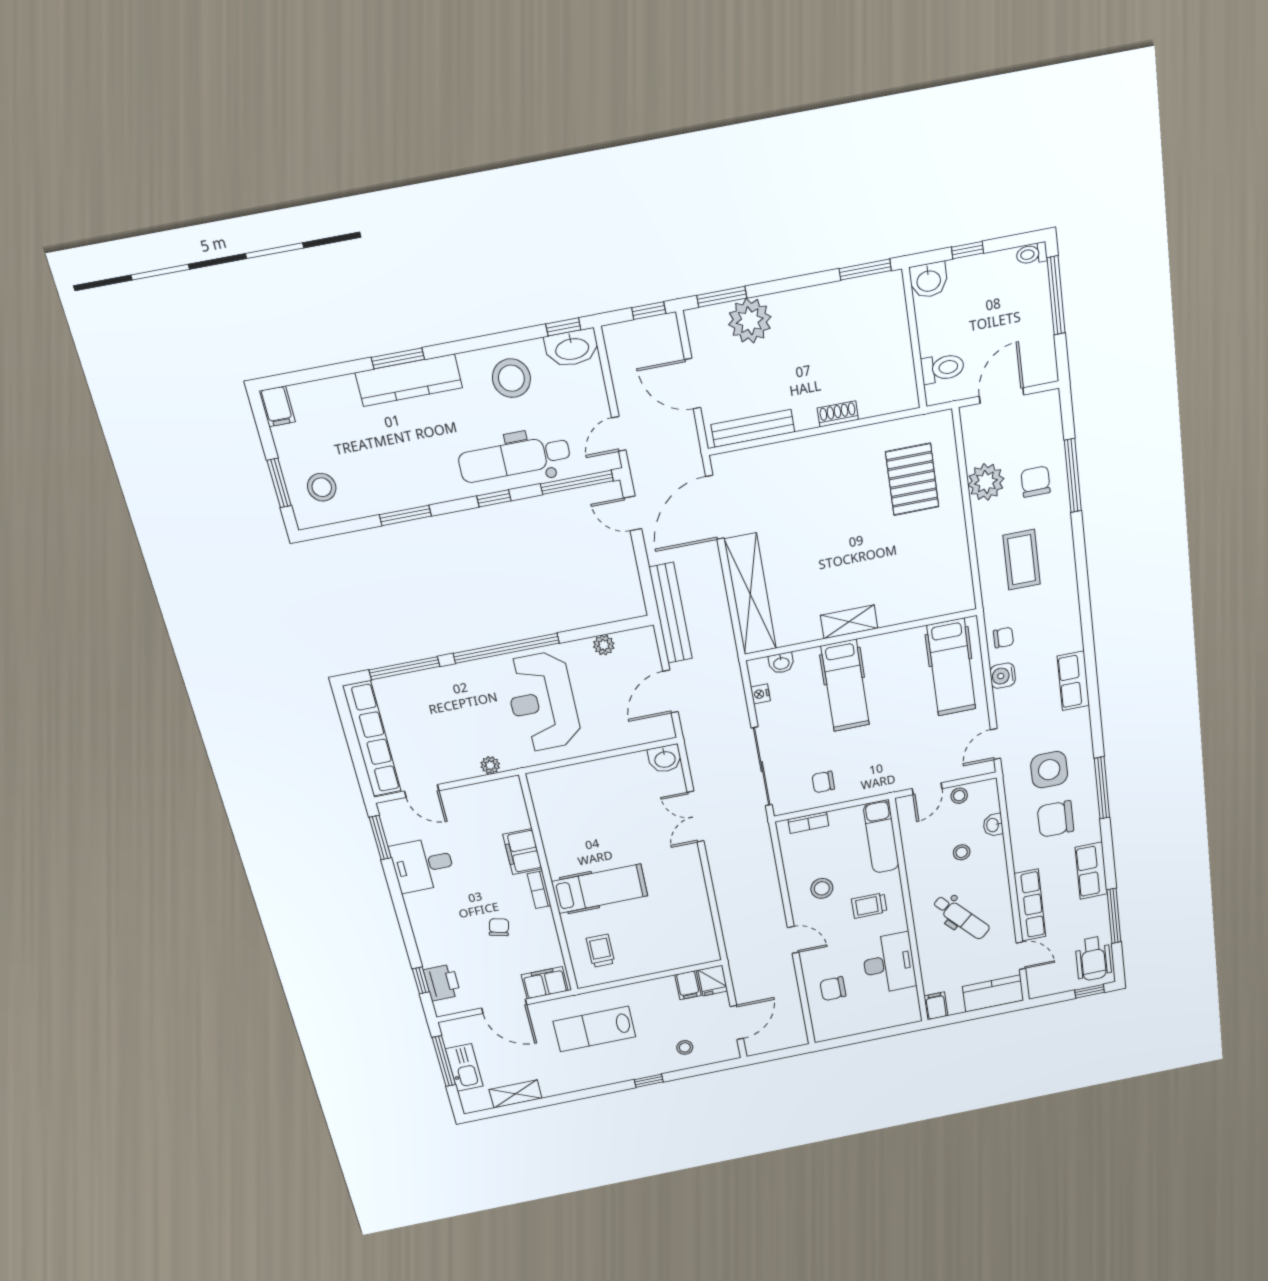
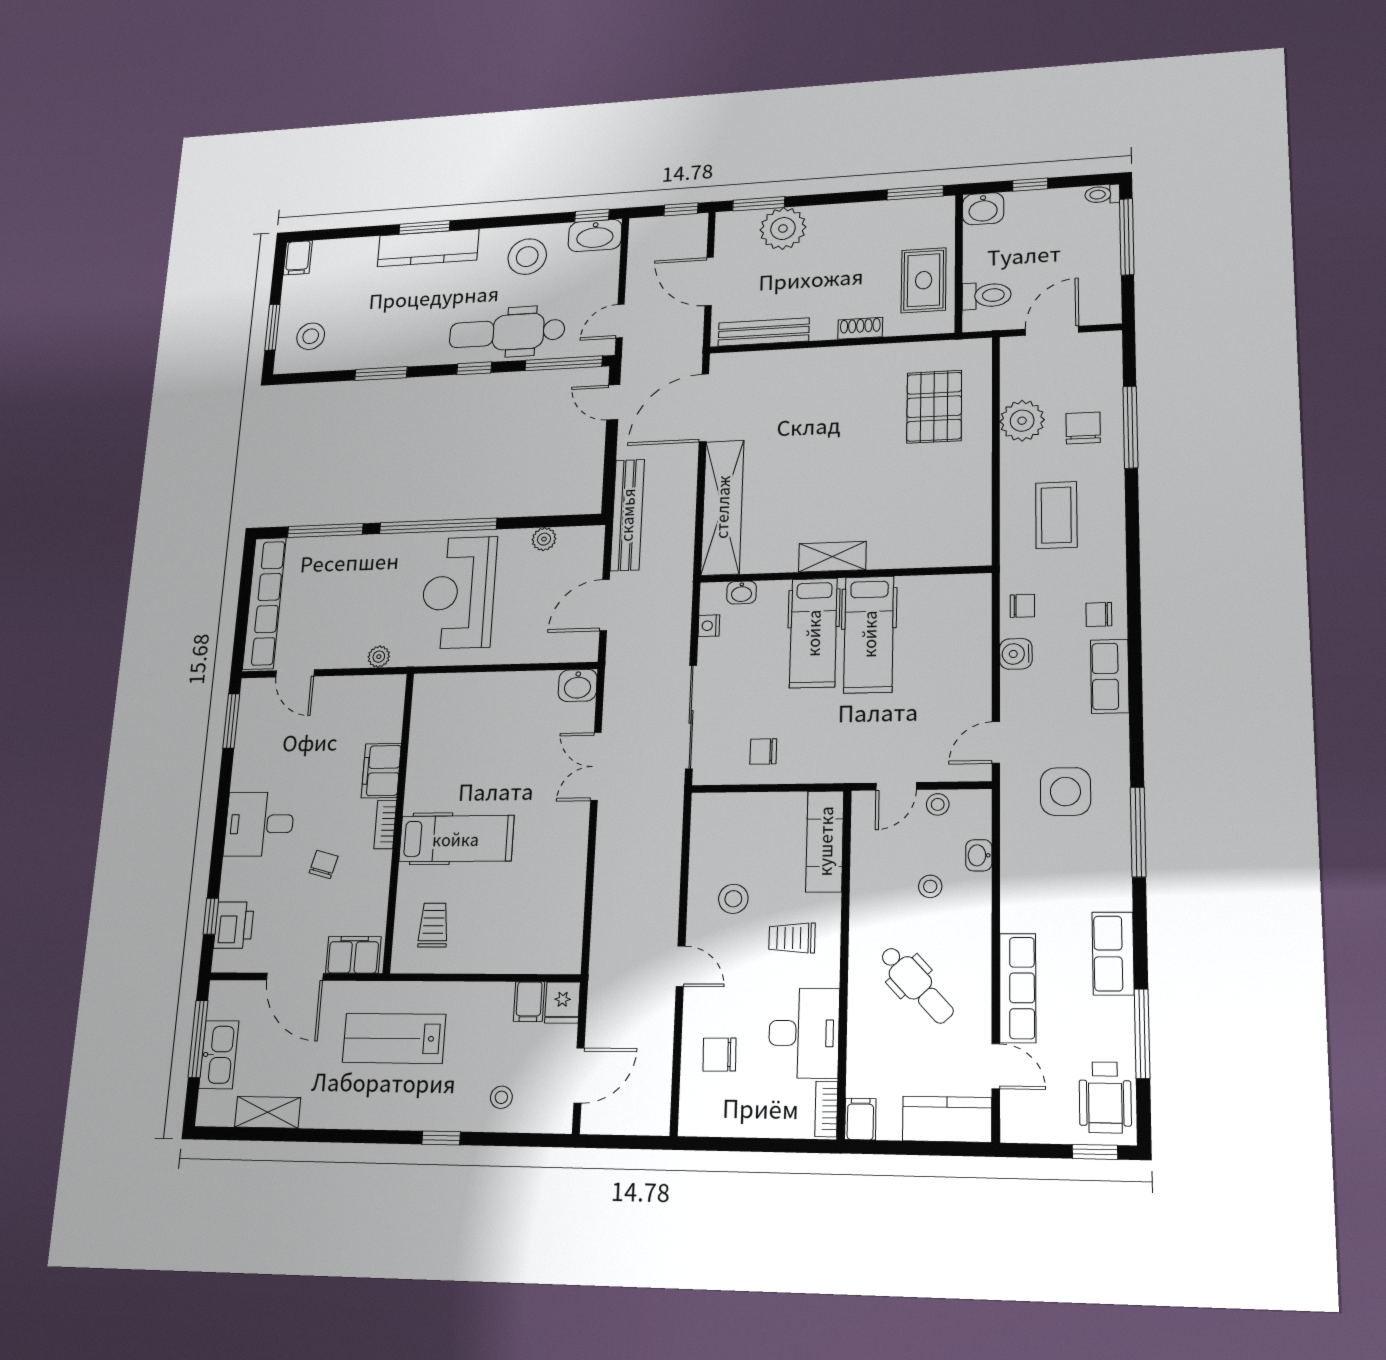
rug: (886, 359) -> (924, 280), added
hospital bed: (951, 667) -> (869, 634), moved
chair: (1056, 819) -> (1099, 614), moved, width x0.54, depth x0.54
bookcase: (808, 823) -> (826, 1109), moved, turned 90
desk: (423, 865) -> (259, 824), moved

